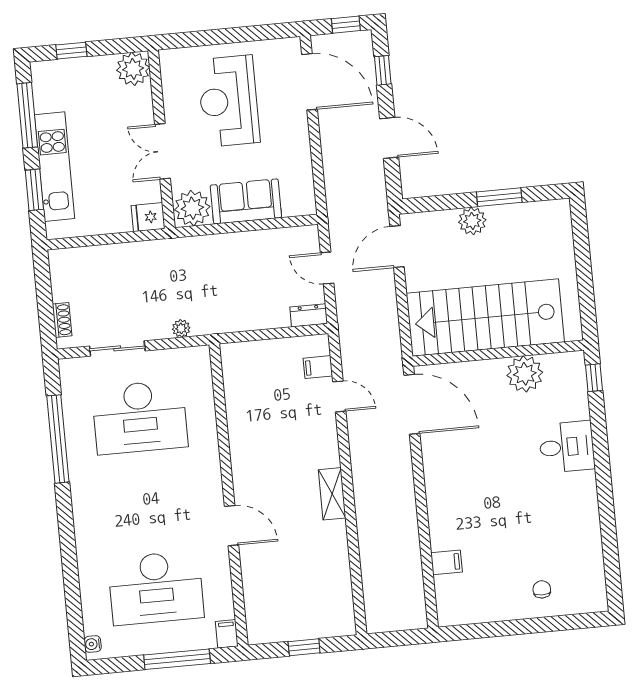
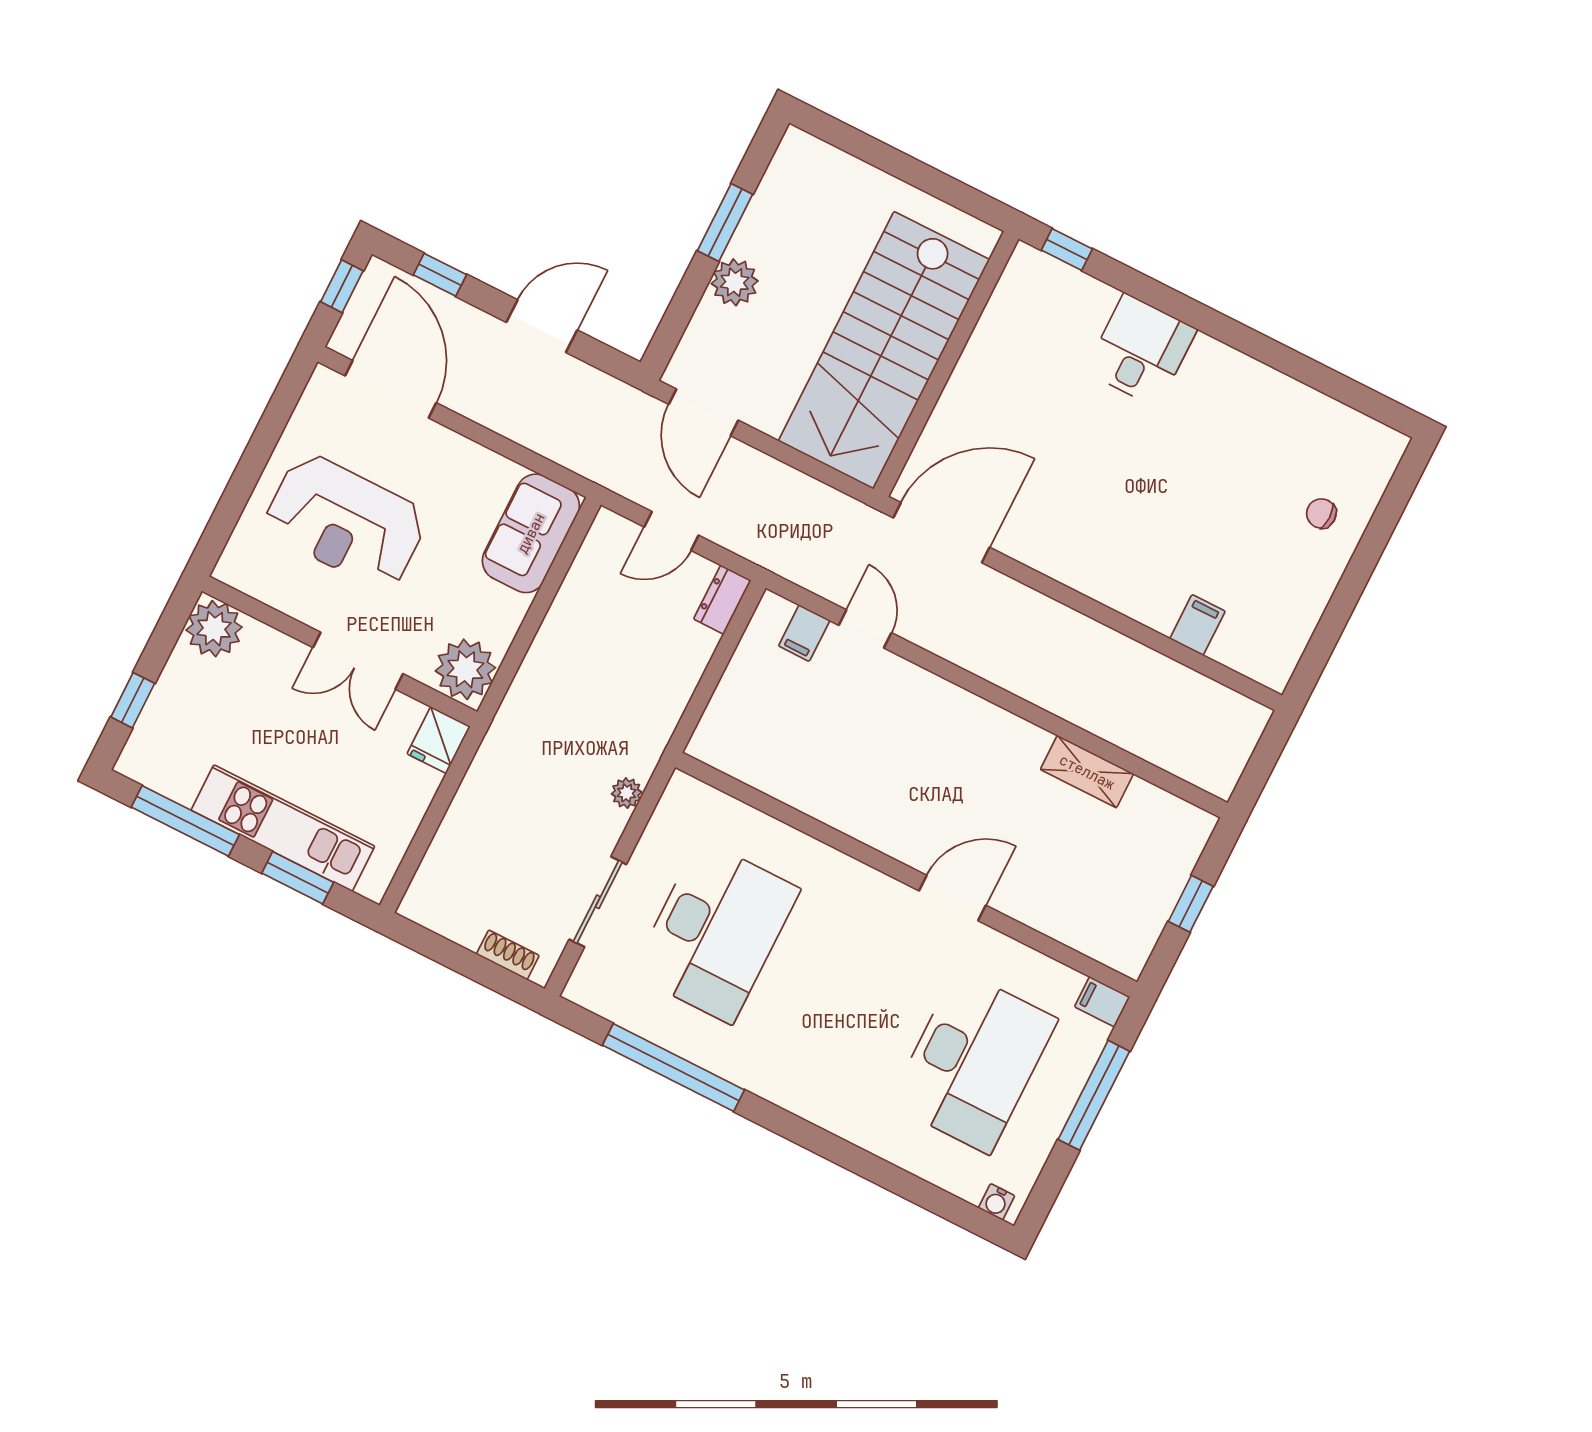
door: (309, 82) -> (391, 389), hinge flipped
sofa: (246, 201) -> (531, 533), moved
plant: (525, 374) -> (999, 345), removed
door: (339, 396) -> (865, 629), hinge flipped
shelving: (332, 494) -> (1087, 772), moved

